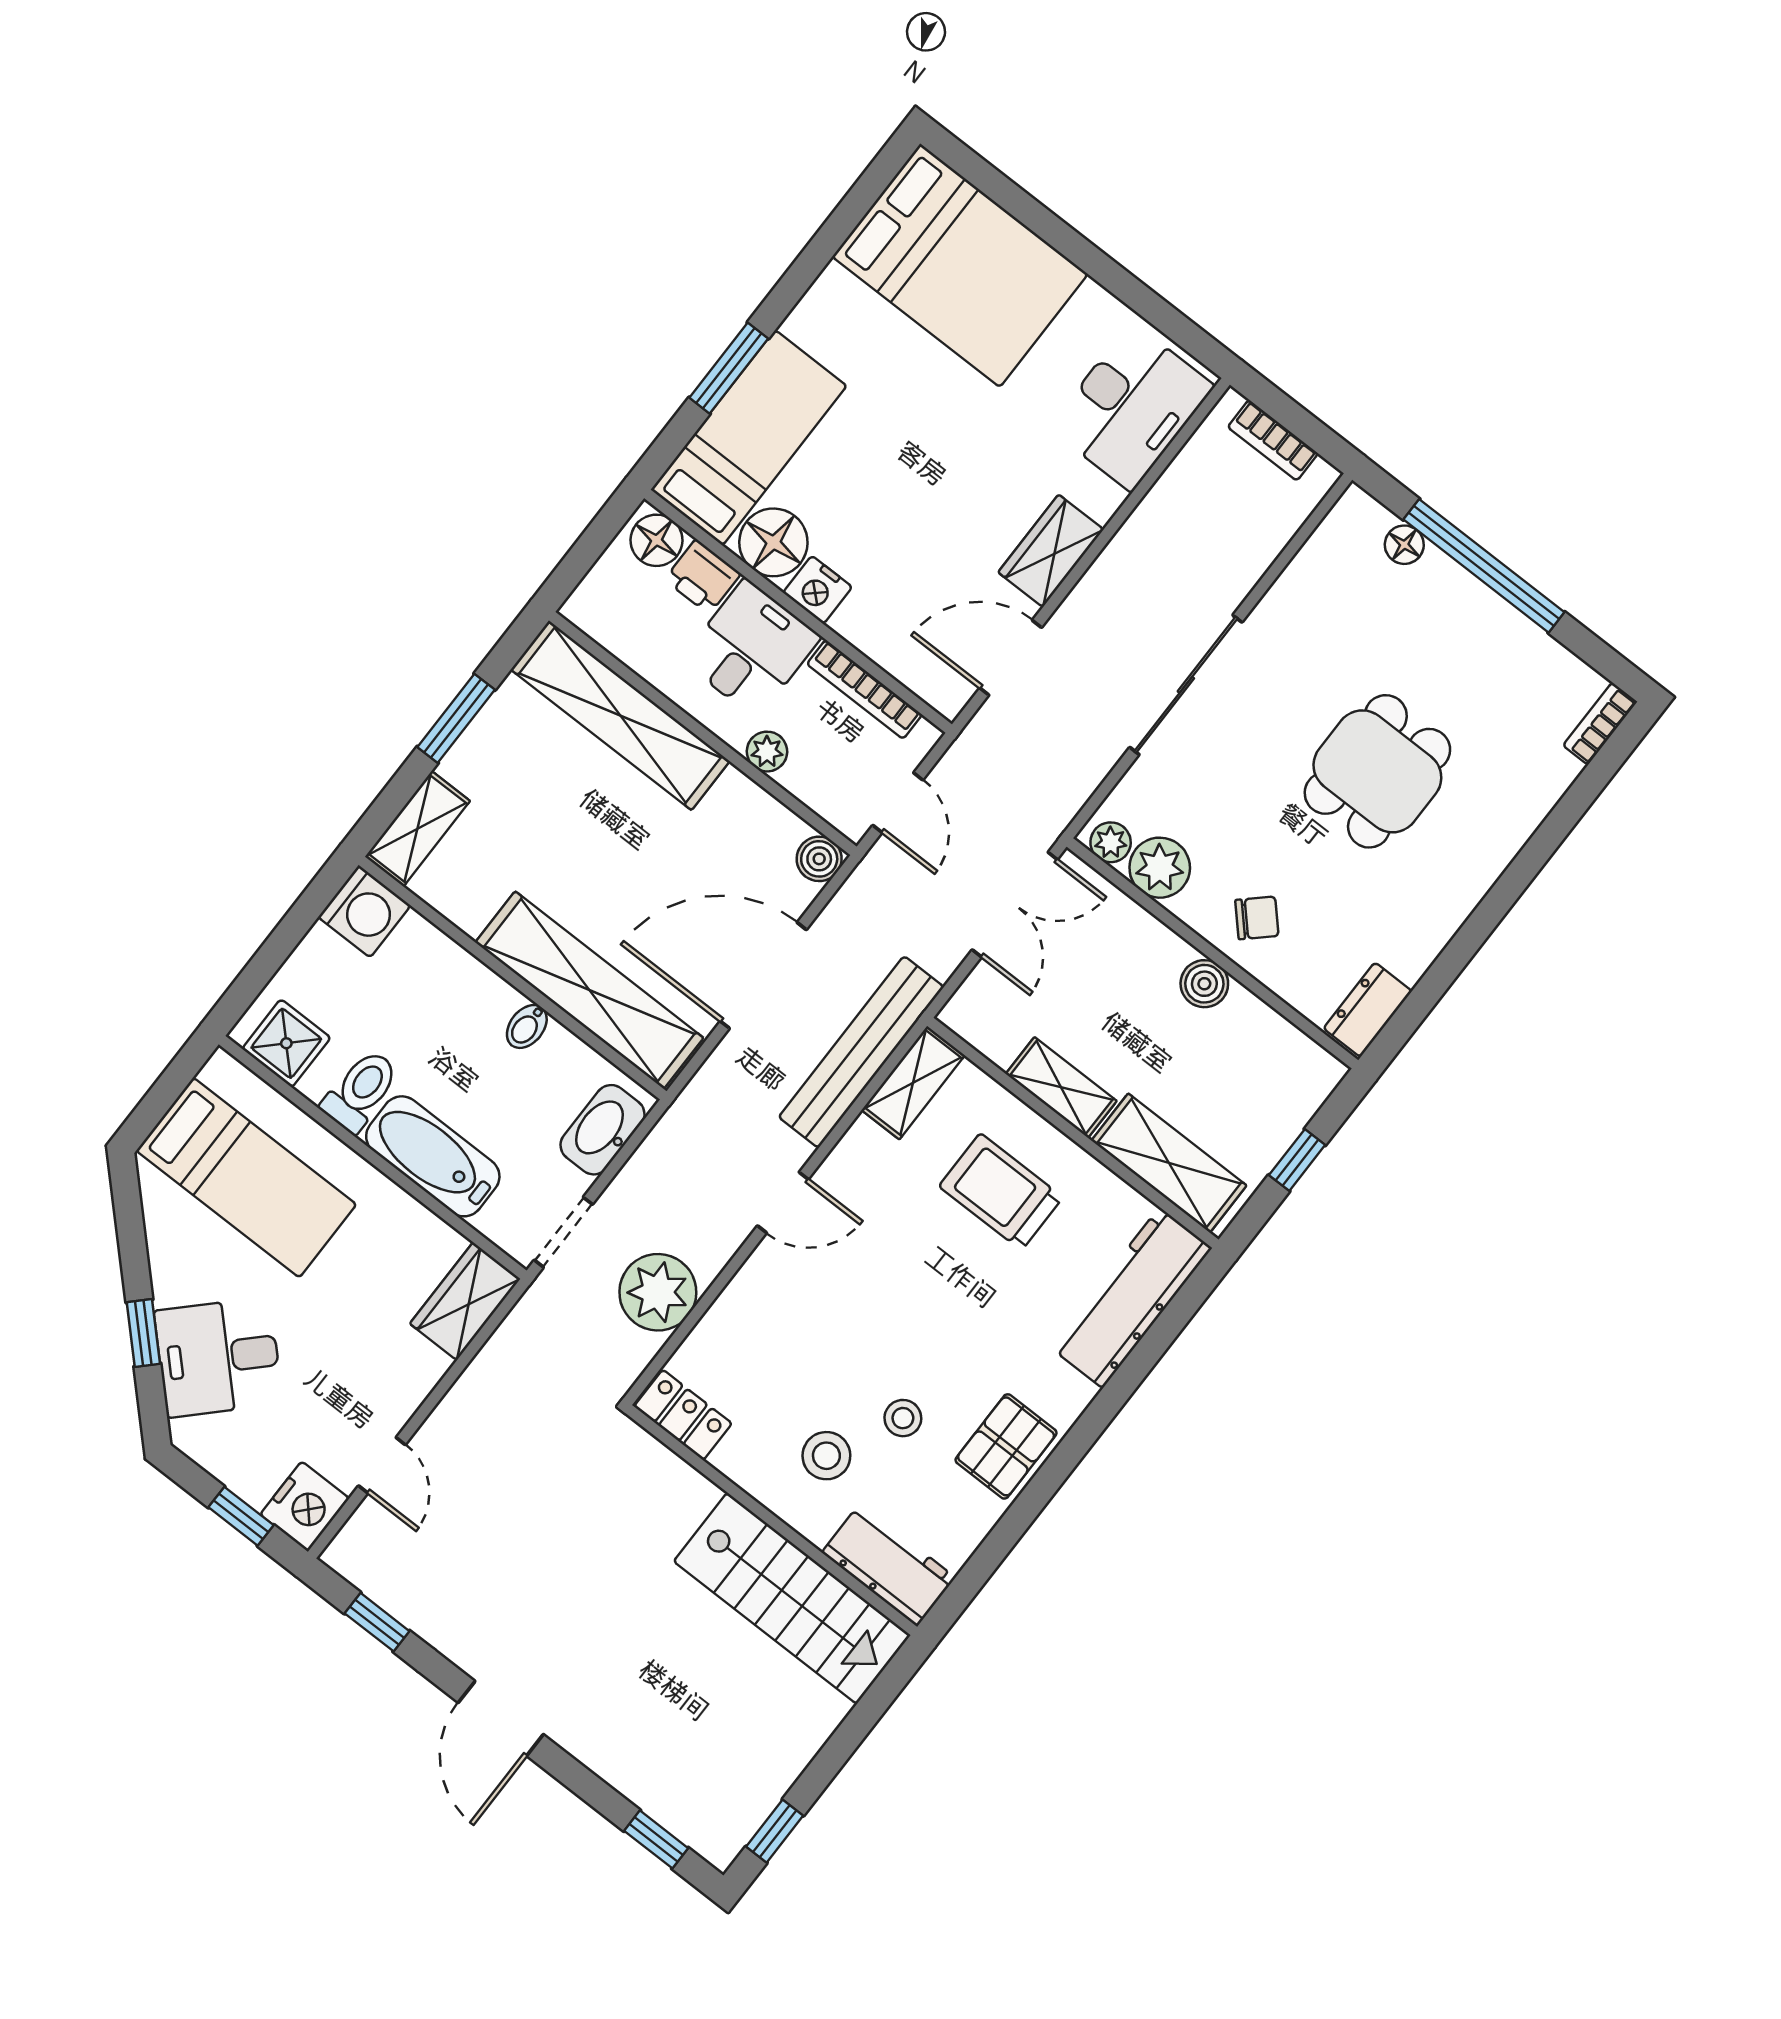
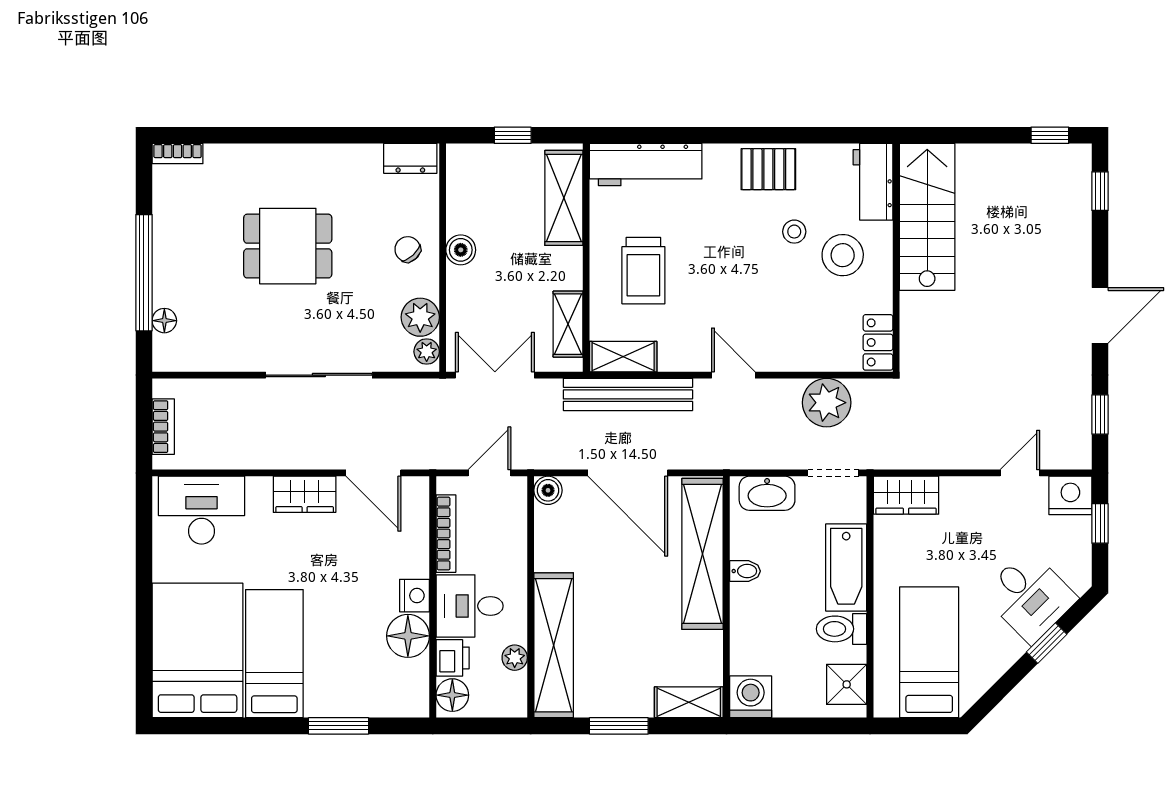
bed: (749, 438) -> (274, 654), moved, turned 90
plant: (767, 752) -> (515, 658), moved
shelving: (1061, 1087) -> (568, 324), moved
stool: (826, 1456) -> (843, 255), width x1.38, depth x1.38

